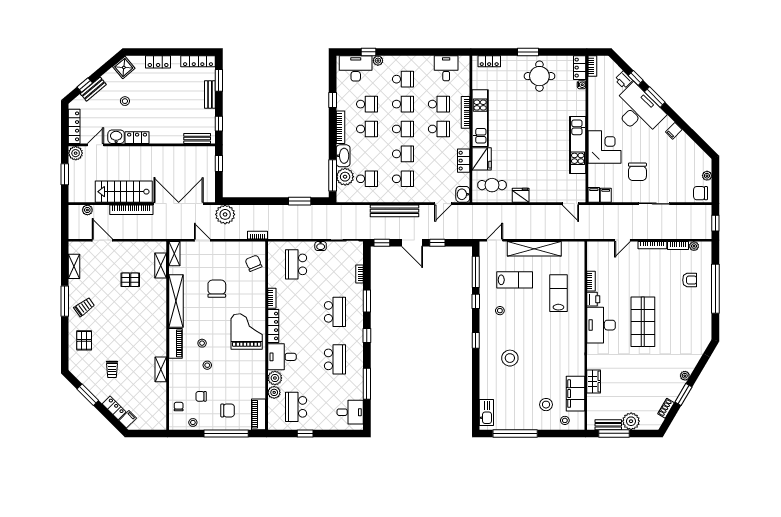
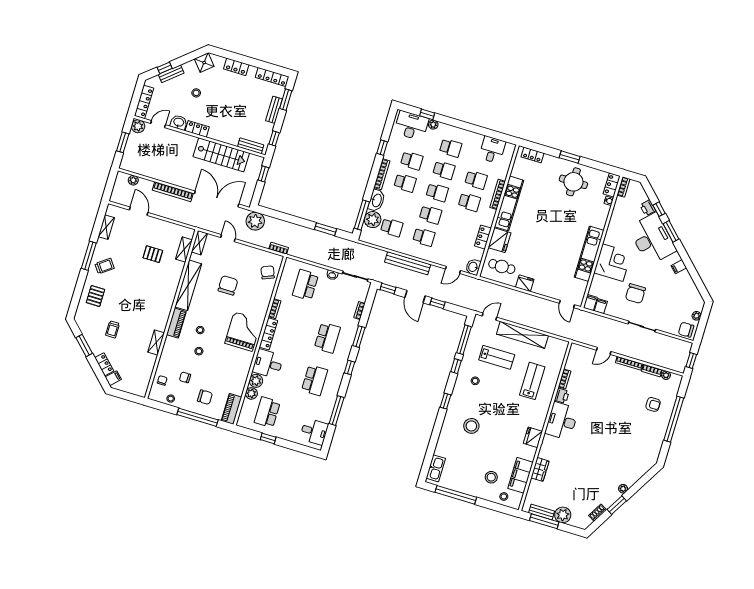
stairs: (124, 192) -> (221, 155), moved, turned 180
shop shelf: (643, 322) -> (600, 429), removed
fridge: (577, 351) -> (533, 437), added

